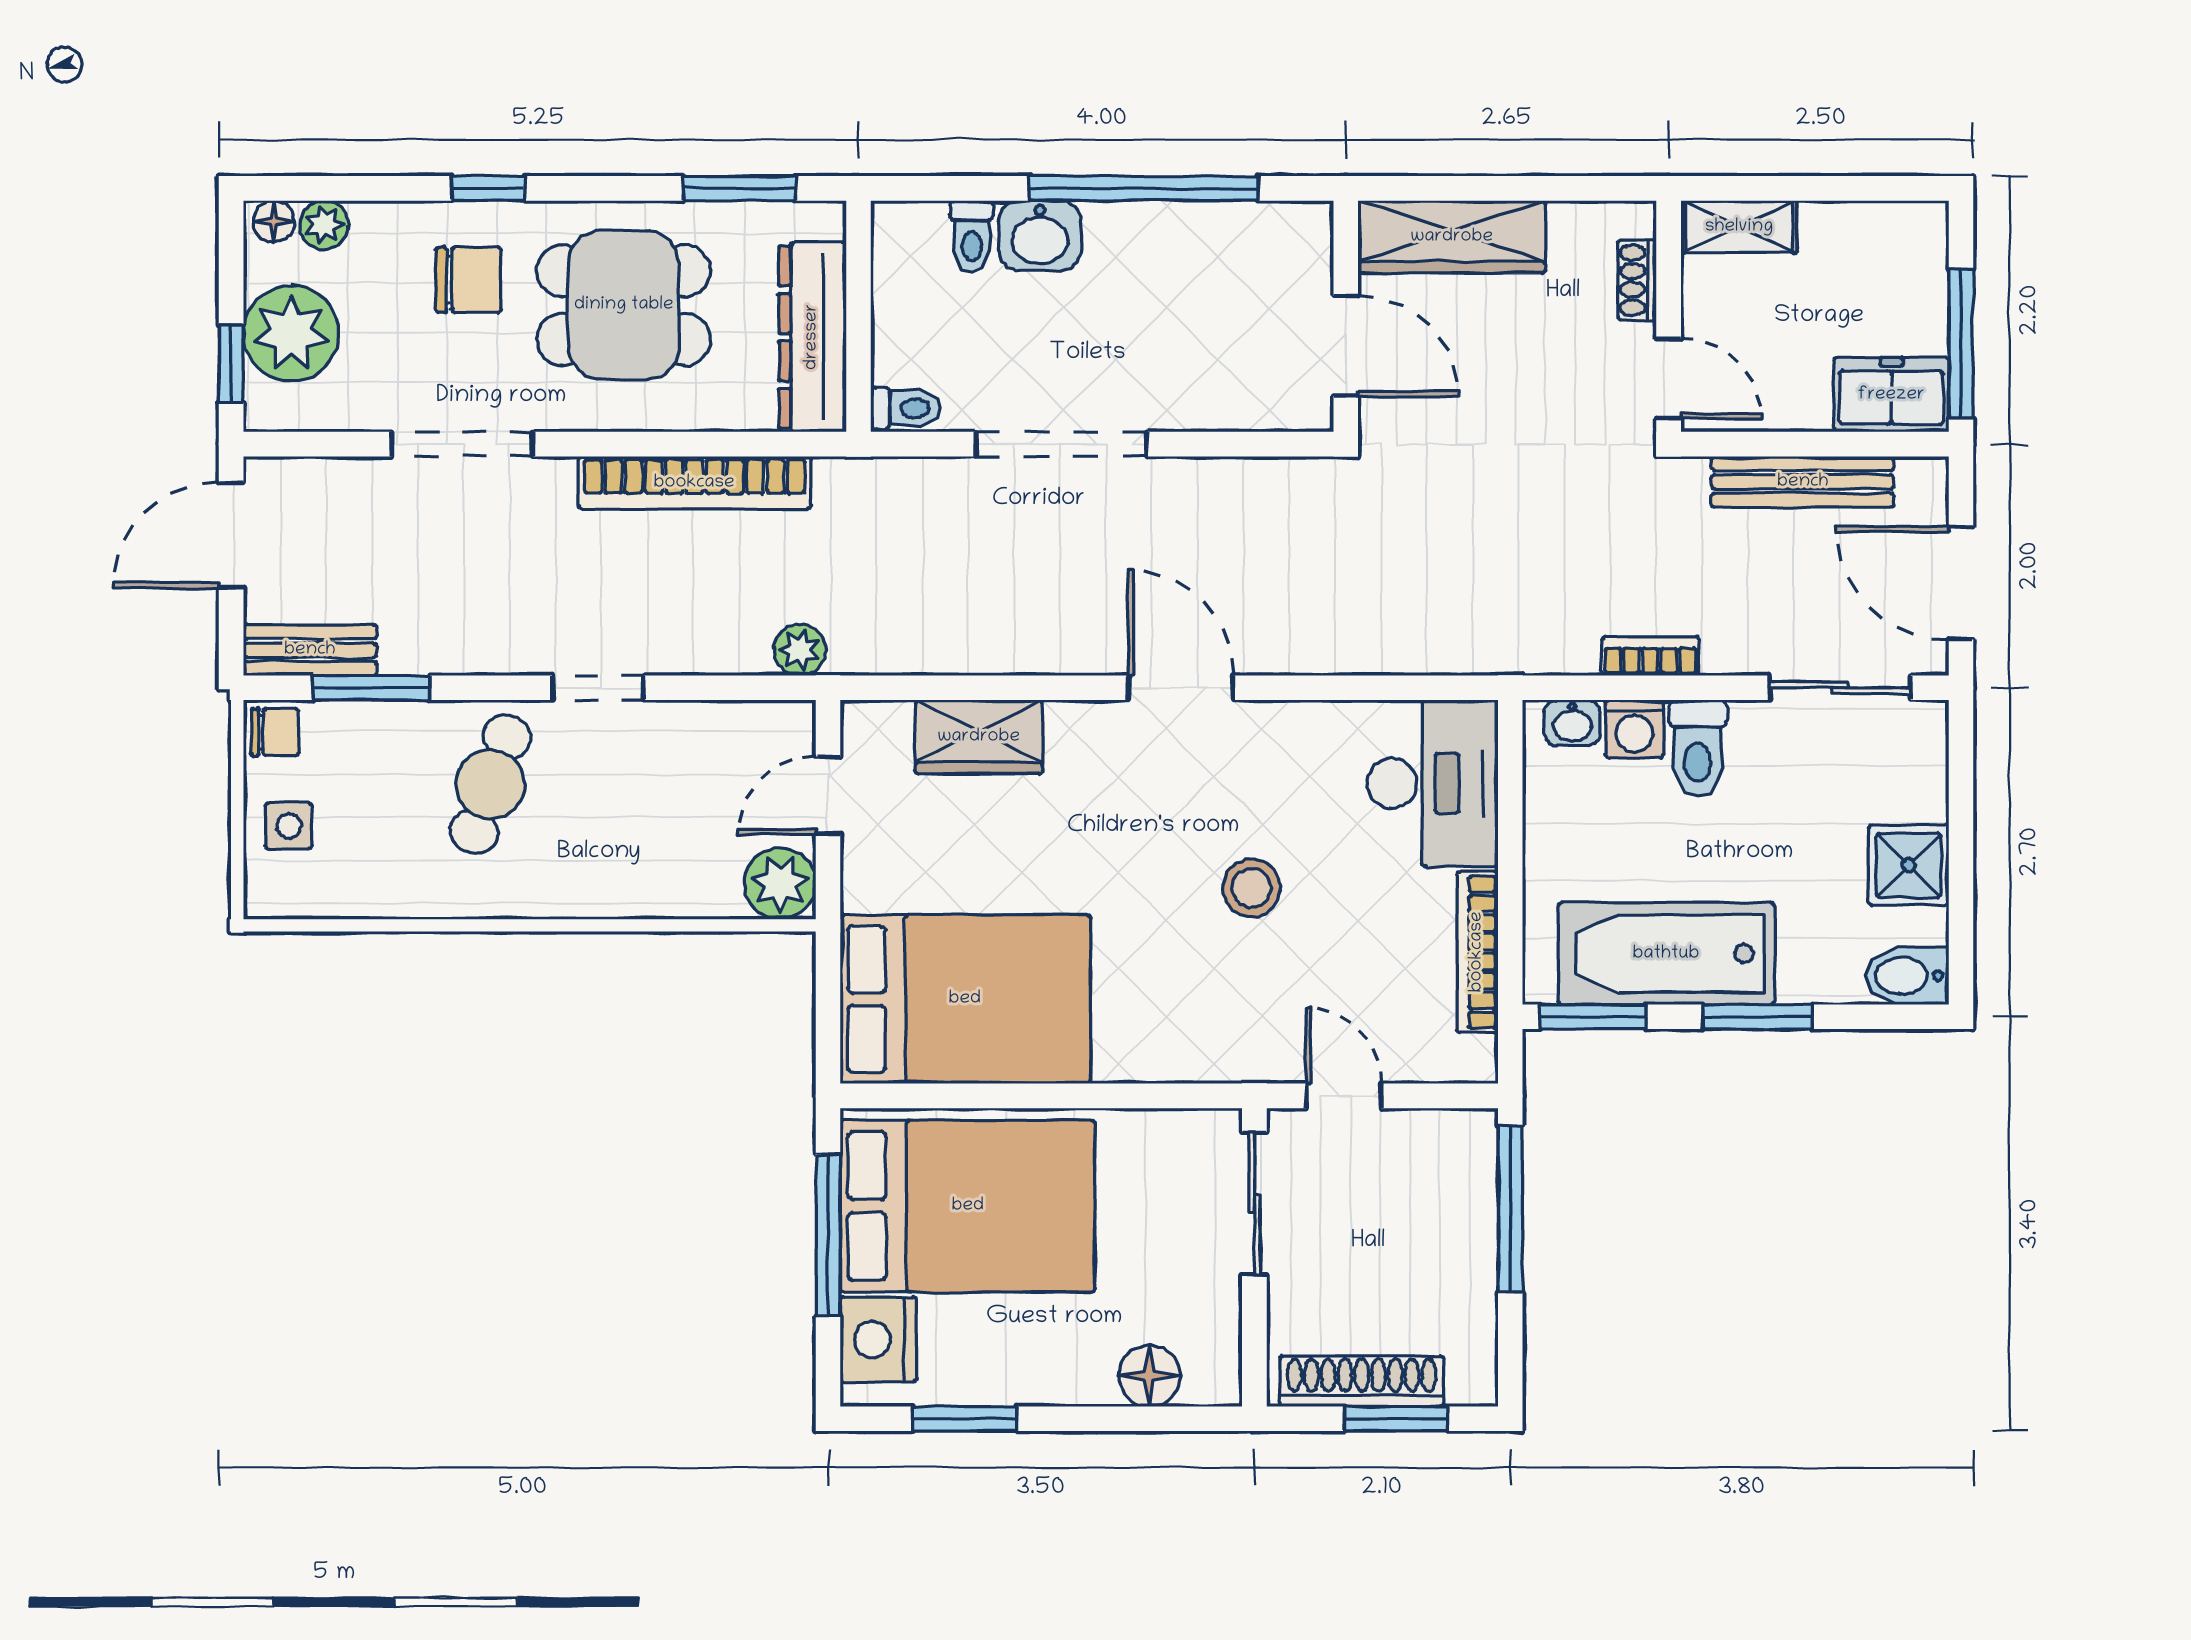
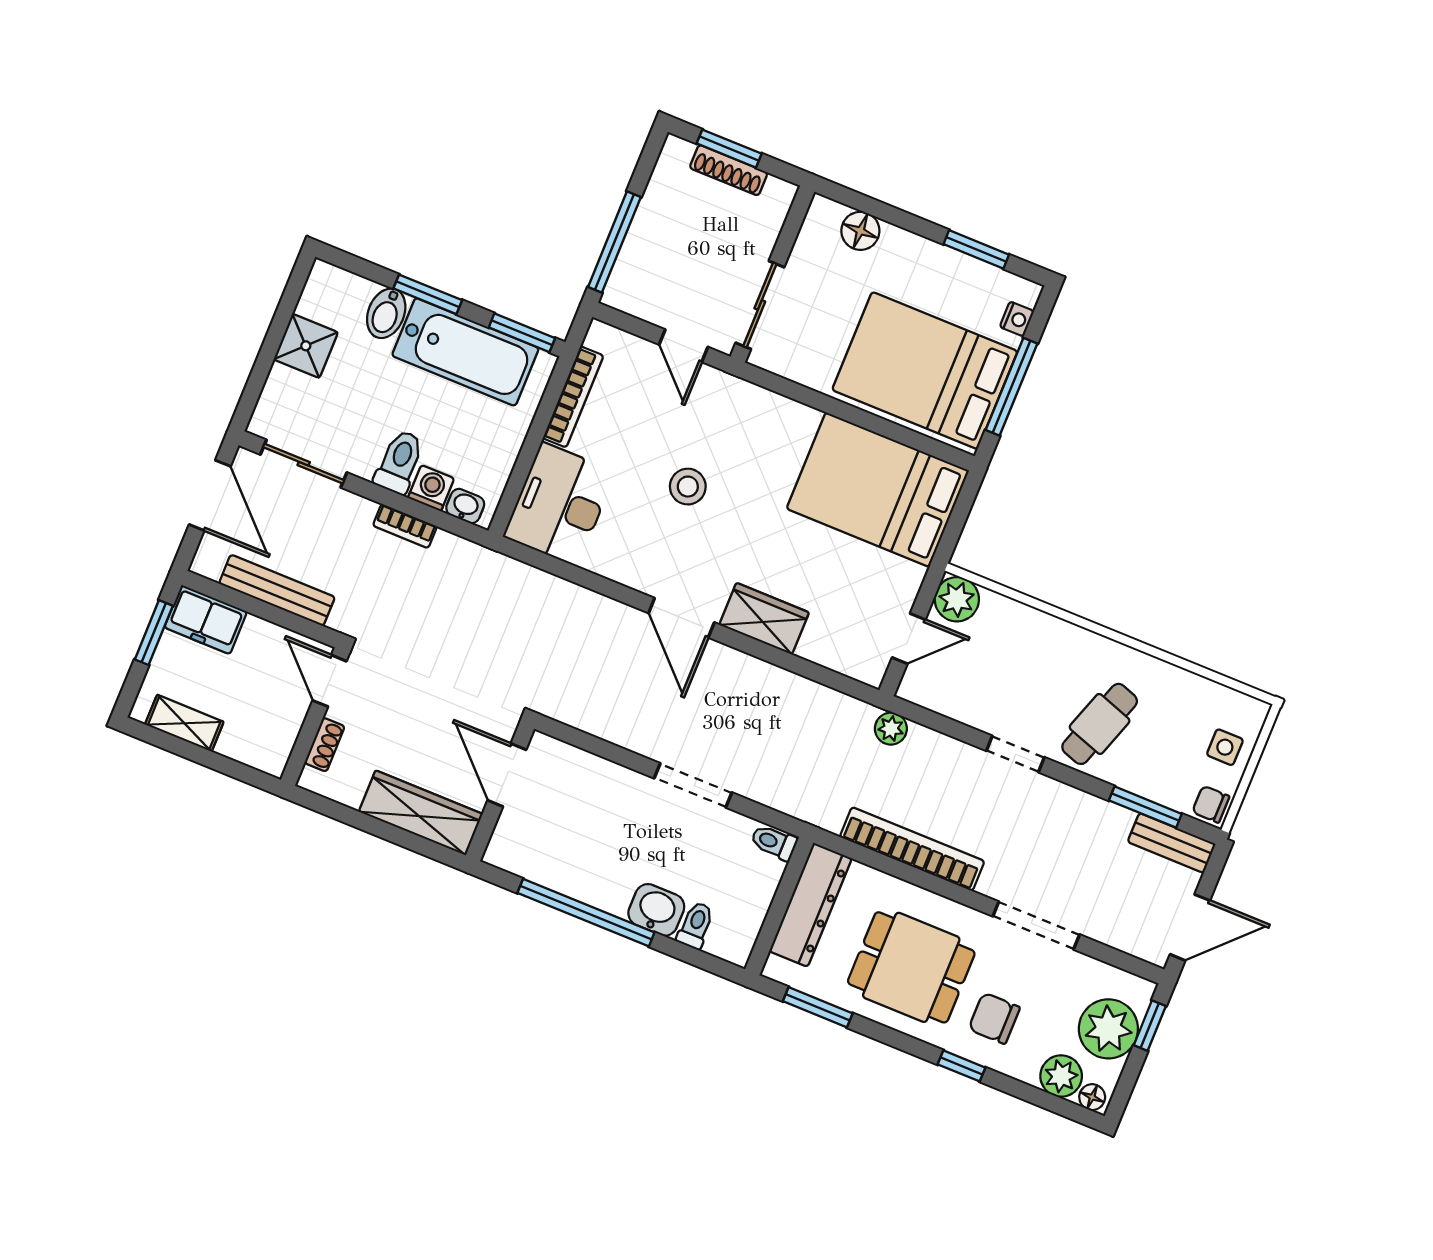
plant: (324, 225) -> (1061, 1076), width x1.38, depth x1.38
shelving: (1739, 227) -> (184, 723), moved
window: (1961, 343) -> (154, 633), width x0.69
doorway: (1061, 444) -> (693, 785), width x0.73
wardrobe: (979, 737) -> (764, 619), moved
bidet: (1907, 976) -> (386, 313), moved, turned 90
nightstand: (878, 1339) -> (1017, 319), width x0.53, depth x0.56
shoe rack: (1362, 1381) -> (729, 170), width x0.74, depth x0.81

